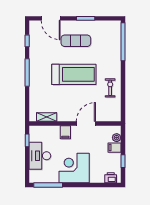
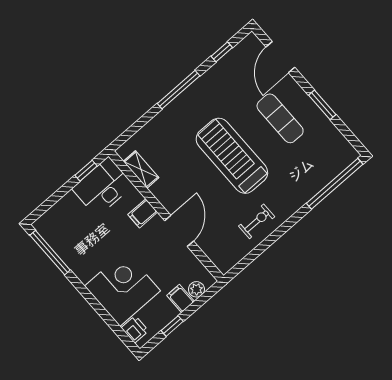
treadmill: (74, 74) -> (232, 156), turned 180
door: (86, 124) -> (179, 231), hinge flipped
desk: (40, 156) -> (103, 187), moved
corner desk: (74, 168) -> (122, 288), moved

